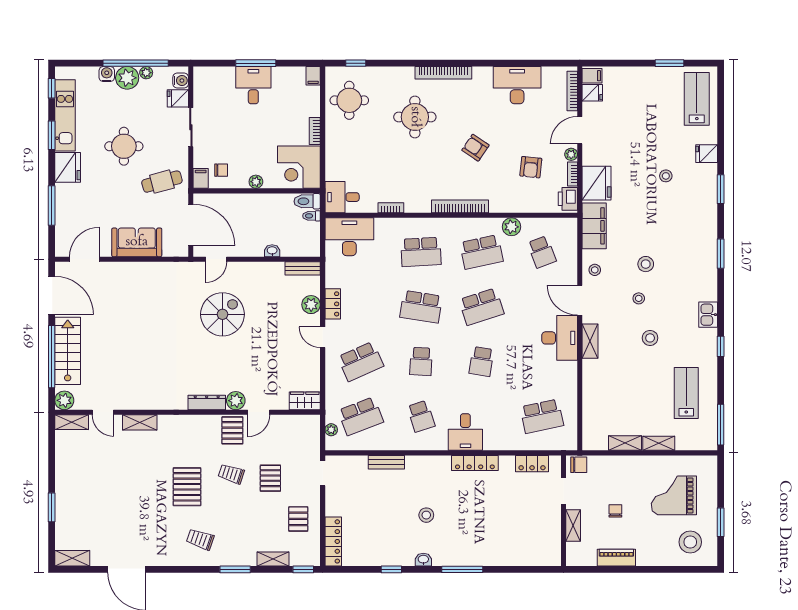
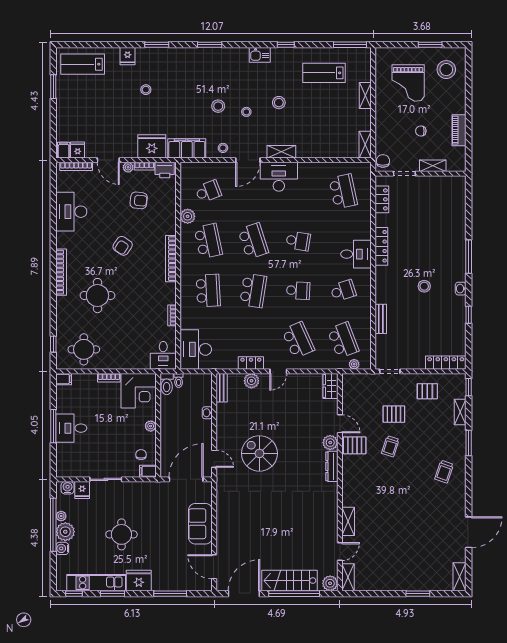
cafe table: (162, 182) -> (150, 503), removed
shelving: (625, 443) -> (365, 145), moved
pallet: (187, 487) -> (401, 483), removed

